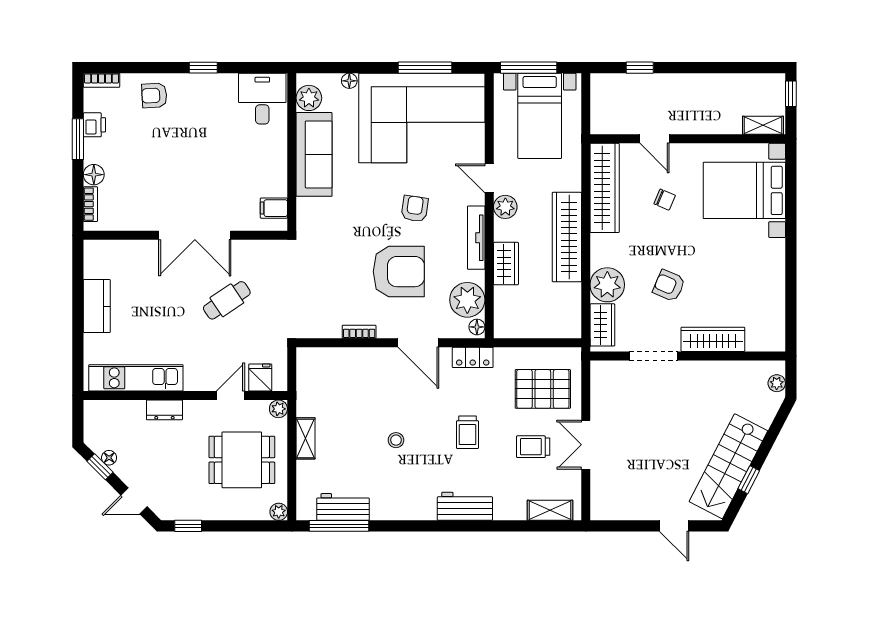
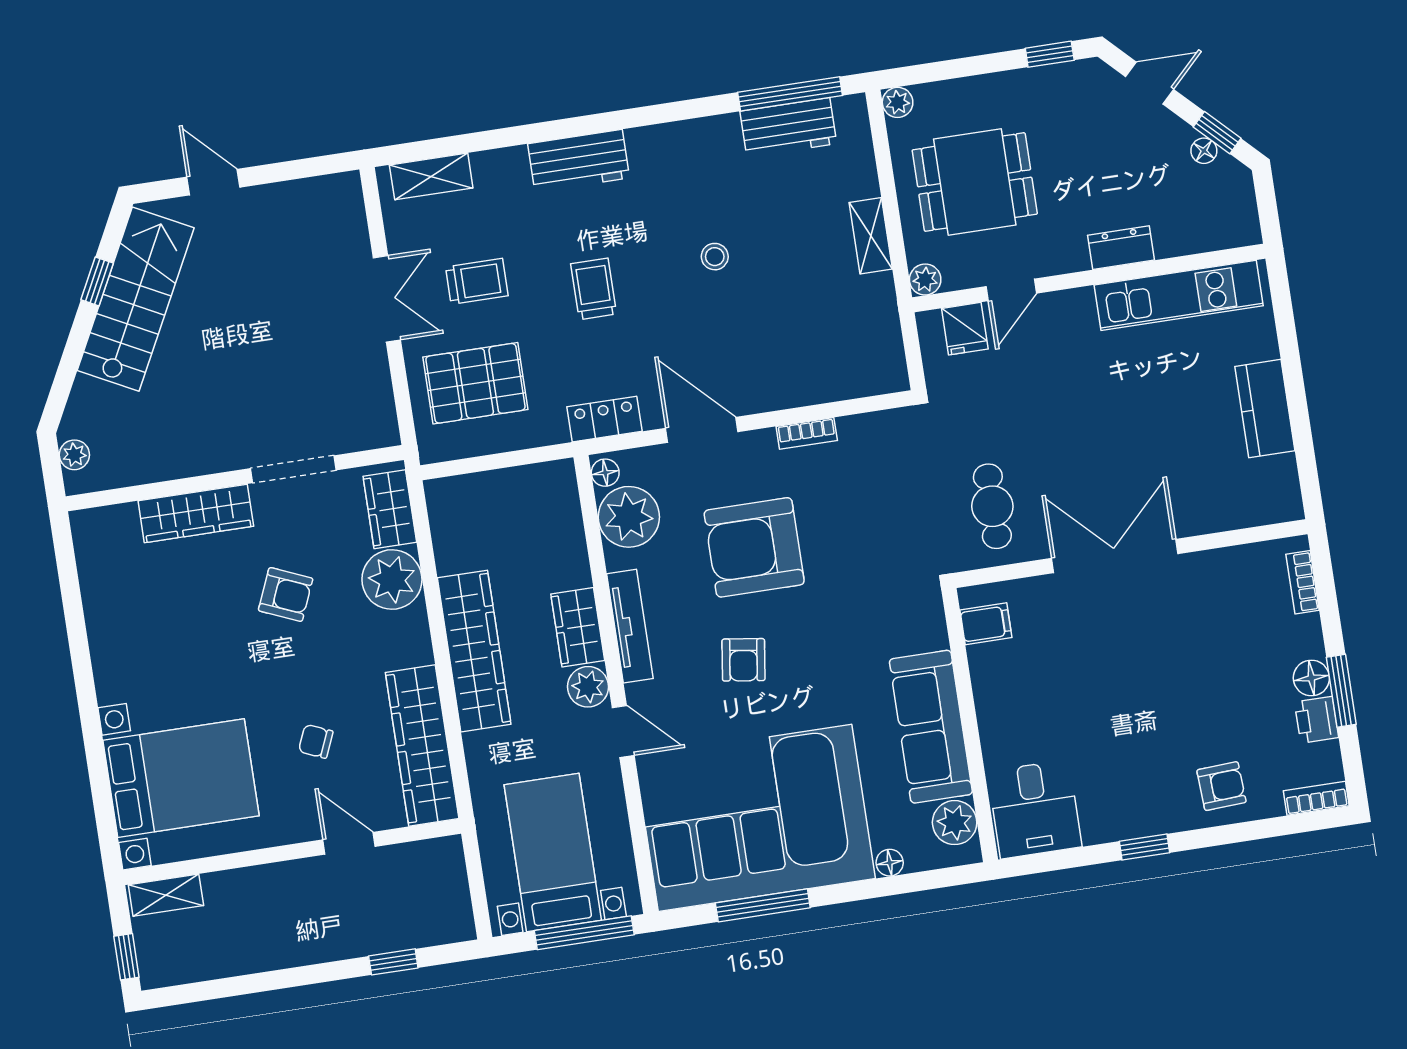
floor lamp: (94, 175) -> (1311, 678), moved
wardrobe: (506, 264) -> (578, 627), moved
cafe table: (227, 300) -> (992, 506), moved, turned -56

